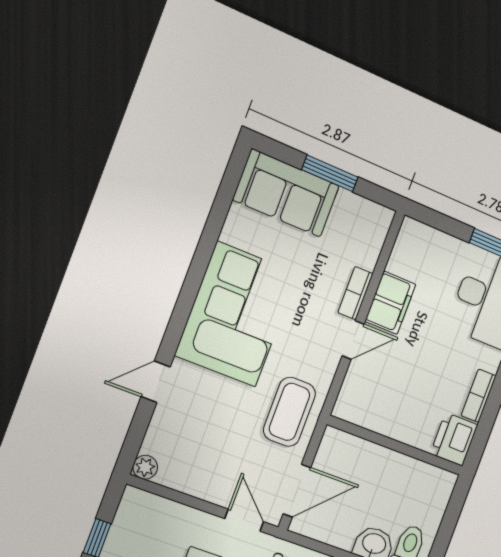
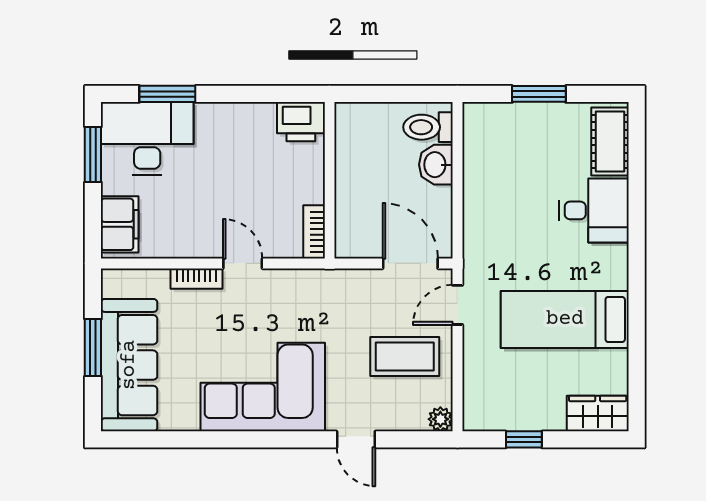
sofa: (286, 193) -> (129, 365), width x1.36
filing cabinet: (390, 303) -> (120, 224), moved, turned 90
bookcase: (479, 396) -> (314, 232), moved, turned 90
coffee table: (289, 412) -> (405, 357), moved

